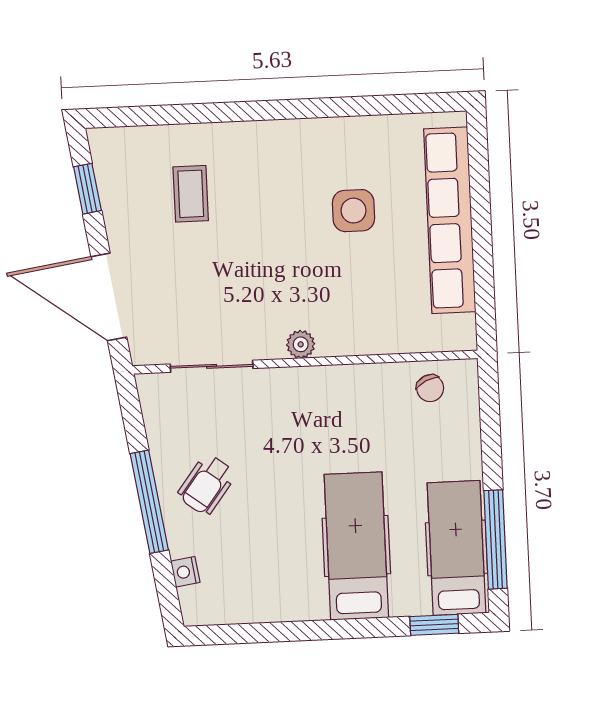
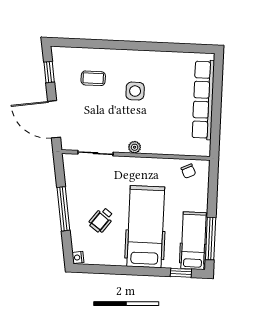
coffee table: (191, 194) -> (93, 78), turned 90
side table: (354, 211) -> (135, 91), moved
wheelchair: (207, 485) -> (101, 220), moved
hospital bed: (356, 546) -> (146, 227), width x1.37, depth x1.29
nightstand: (185, 572) -> (78, 257), moved

